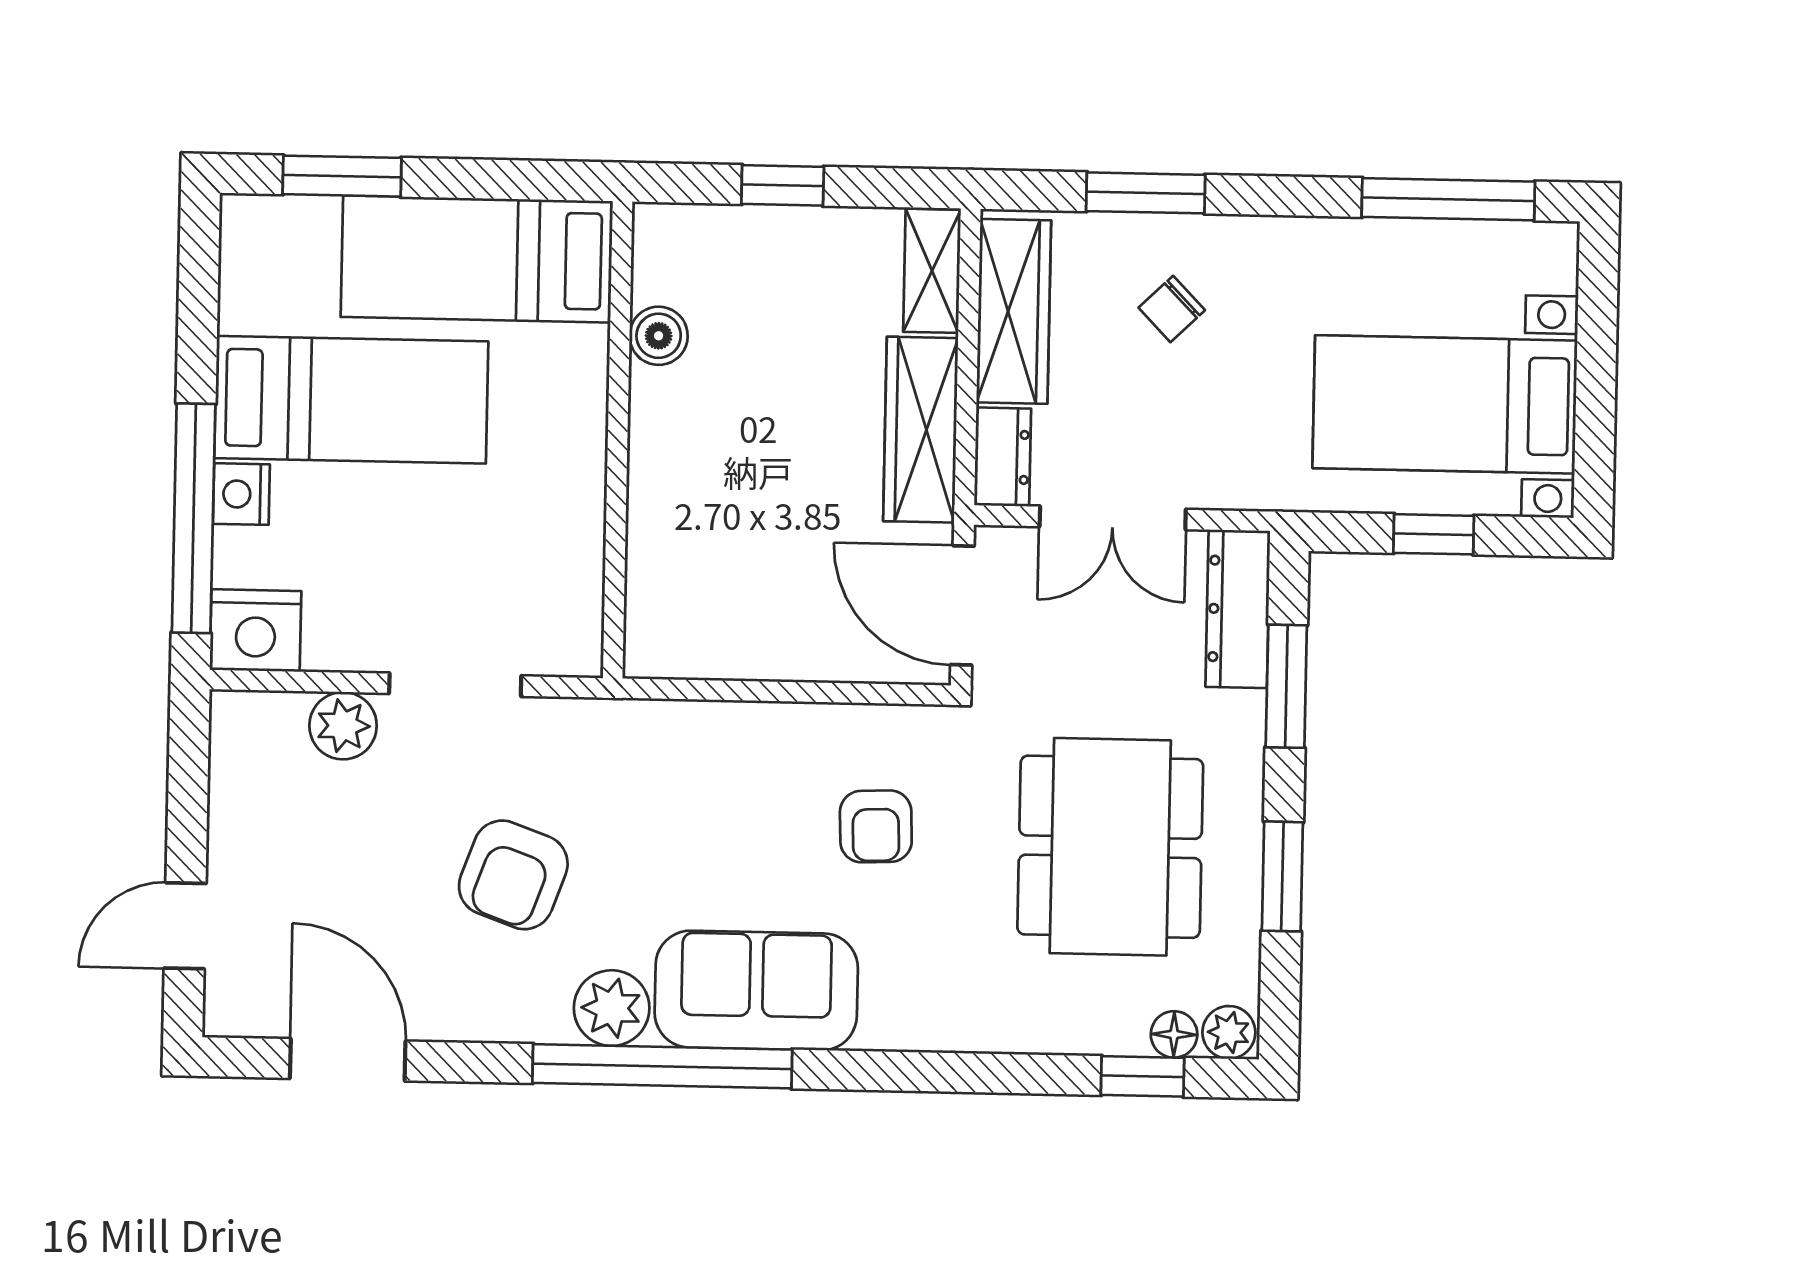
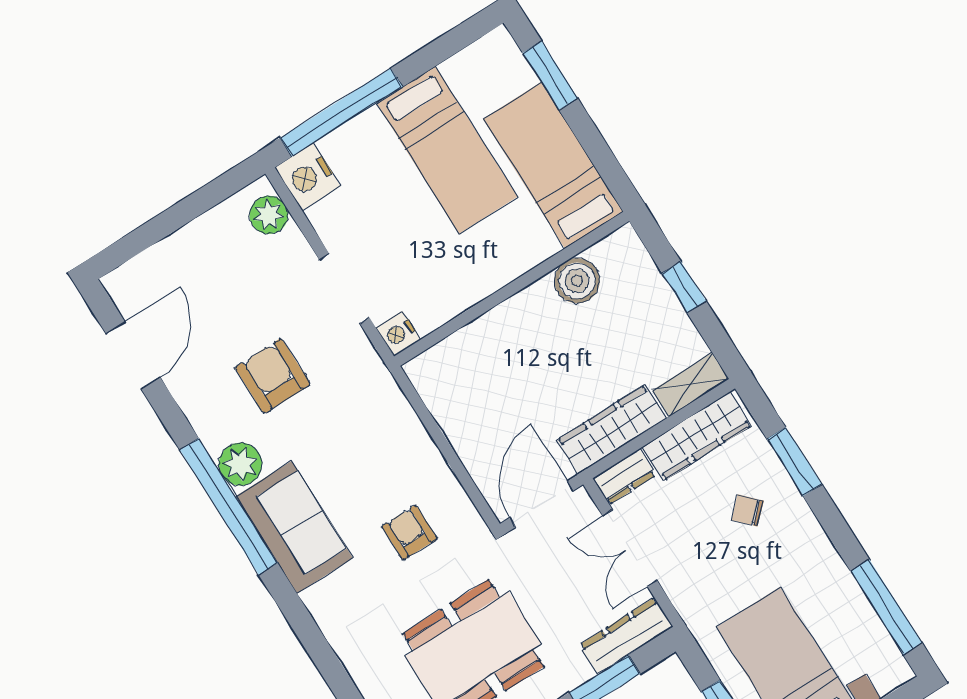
boiler: (659, 336) -> (577, 281), width x1.36, depth x1.36
nightstand: (241, 494) -> (398, 334), moved, turned -90
plant: (343, 726) -> (269, 215), moved
armchair: (876, 826) -> (409, 532), turned 92
armchair: (513, 875) -> (273, 376), turned 70
door: (185, 926) -> (146, 236), removed

